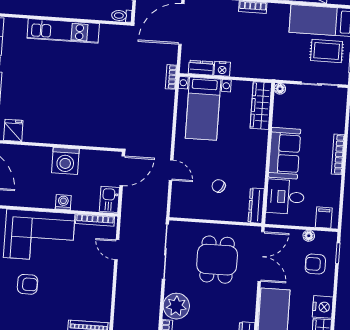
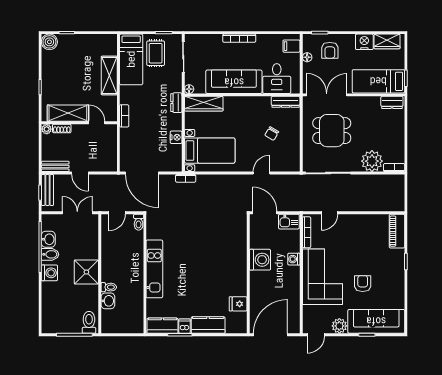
dresser: (201, 68) -> (176, 103), moved
sofa: (284, 153) -> (234, 82), width x1.36

